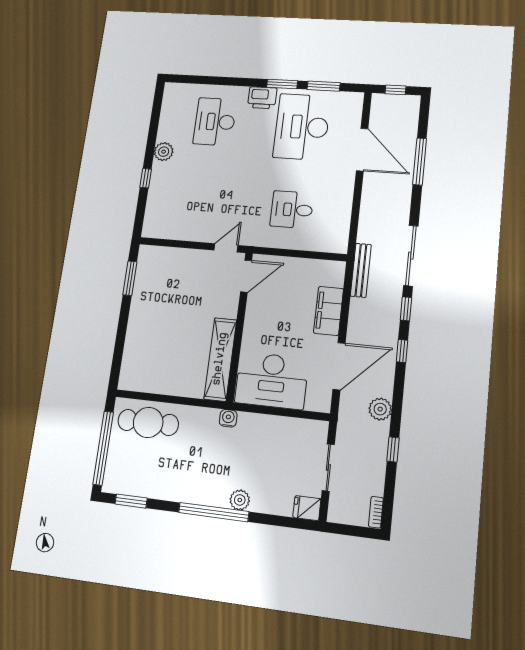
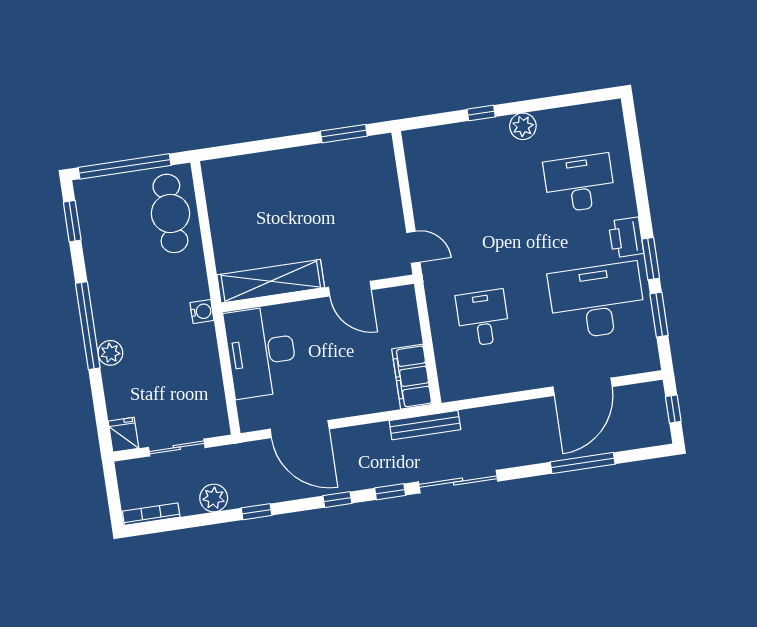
door: (246, 276) -> (350, 289), moved
filing cabinet: (329, 311) -> (412, 377), moved, turned -90
plant: (380, 409) -> (214, 498), moved
window: (393, 450) -> (257, 512), moved
bookcase: (376, 512) -> (151, 514), width x1.56

